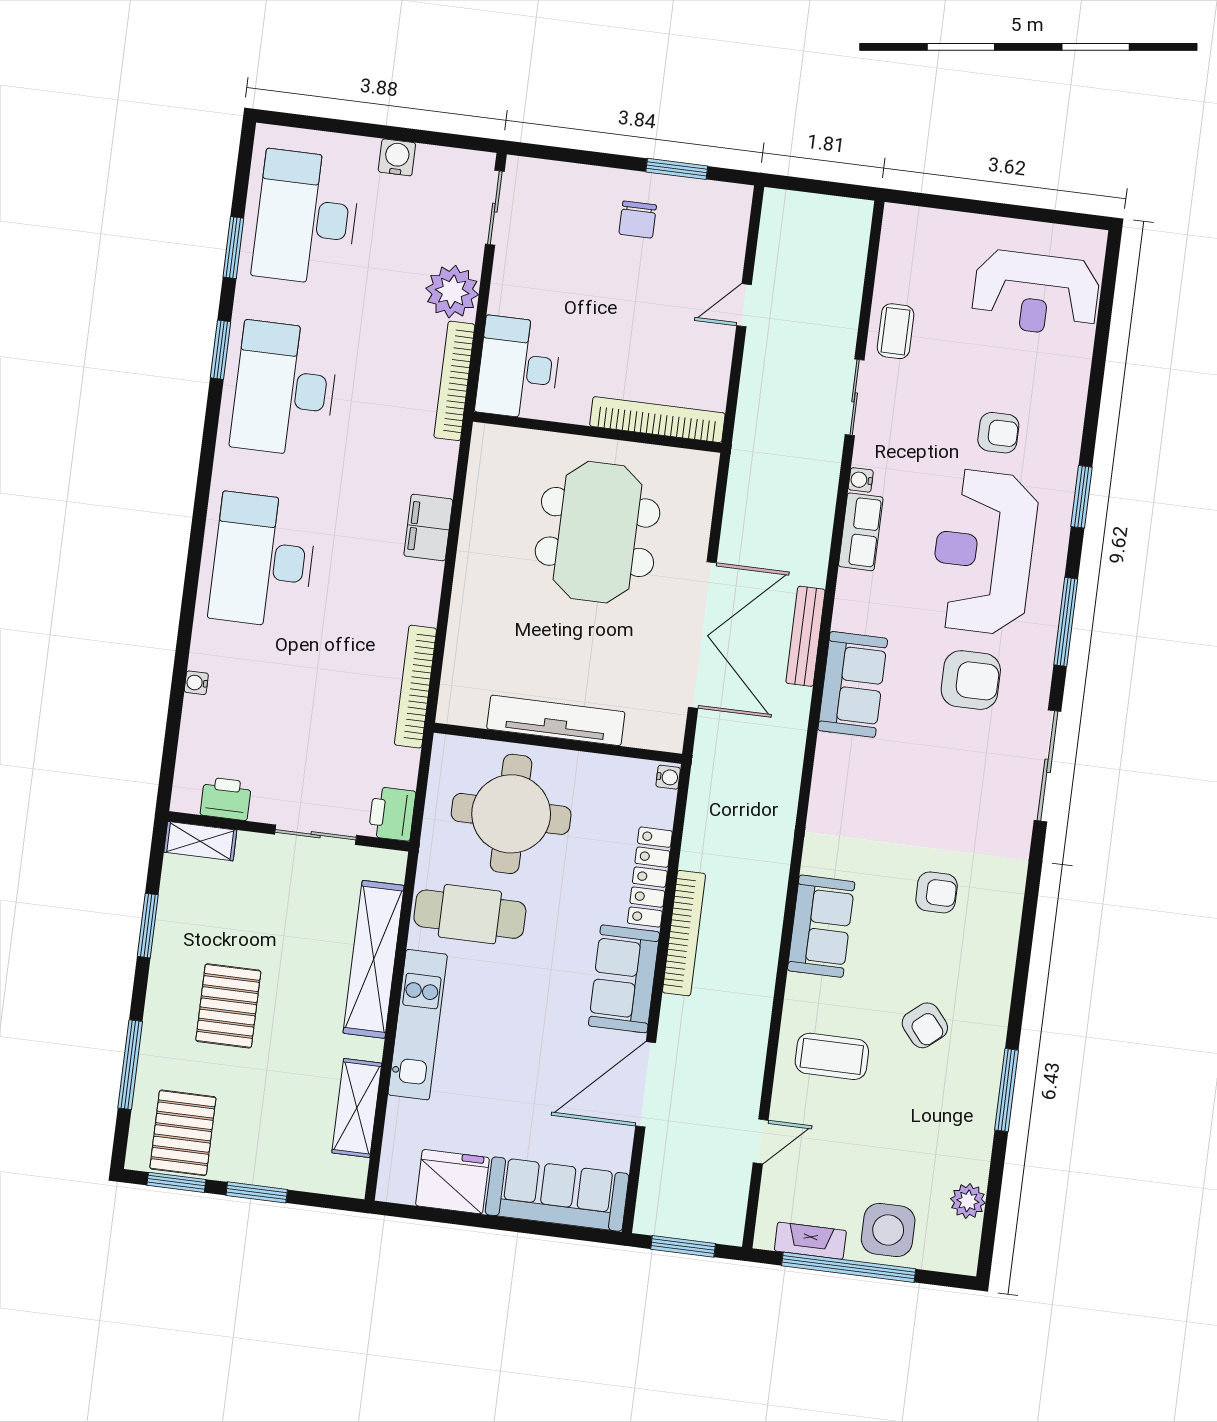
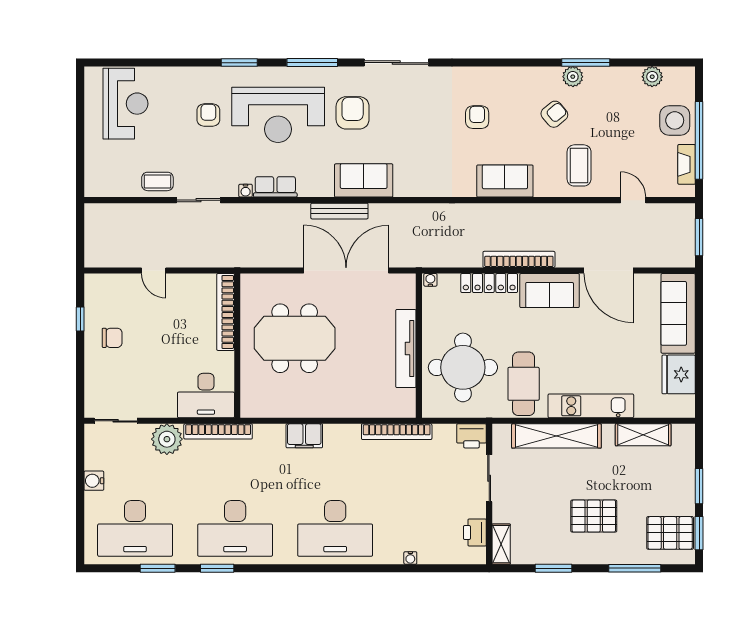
window: (677, 169) -> (80, 319), width x0.67
plant: (985, 1065) -> (573, 77), added

